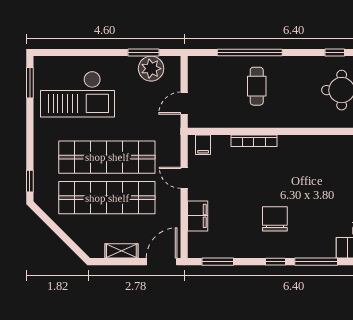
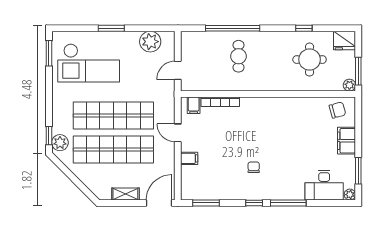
window: (144, 53) -> (111, 28), moved
bookcase: (254, 141) -> (220, 102), moved
plant: (43, 190) -> (60, 143), added
filing cabinet: (198, 216) -> (189, 158), width x0.50
chair: (275, 219) -> (254, 167), width x0.54, depth x0.54

